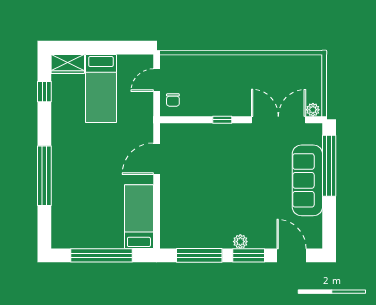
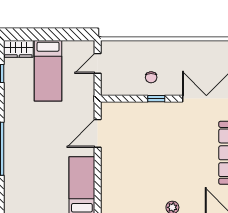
chair: (173, 100) -> (151, 77), moved

